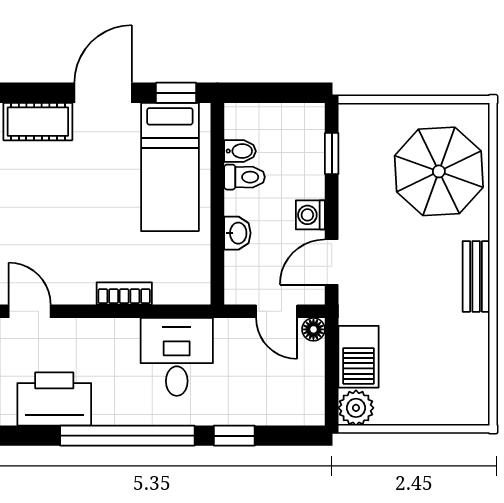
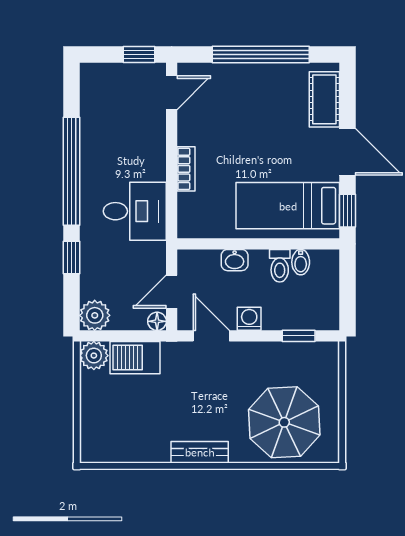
printer: (54, 399) -> (101, 113), removed
plant: (306, 407) -> (95, 315), added

